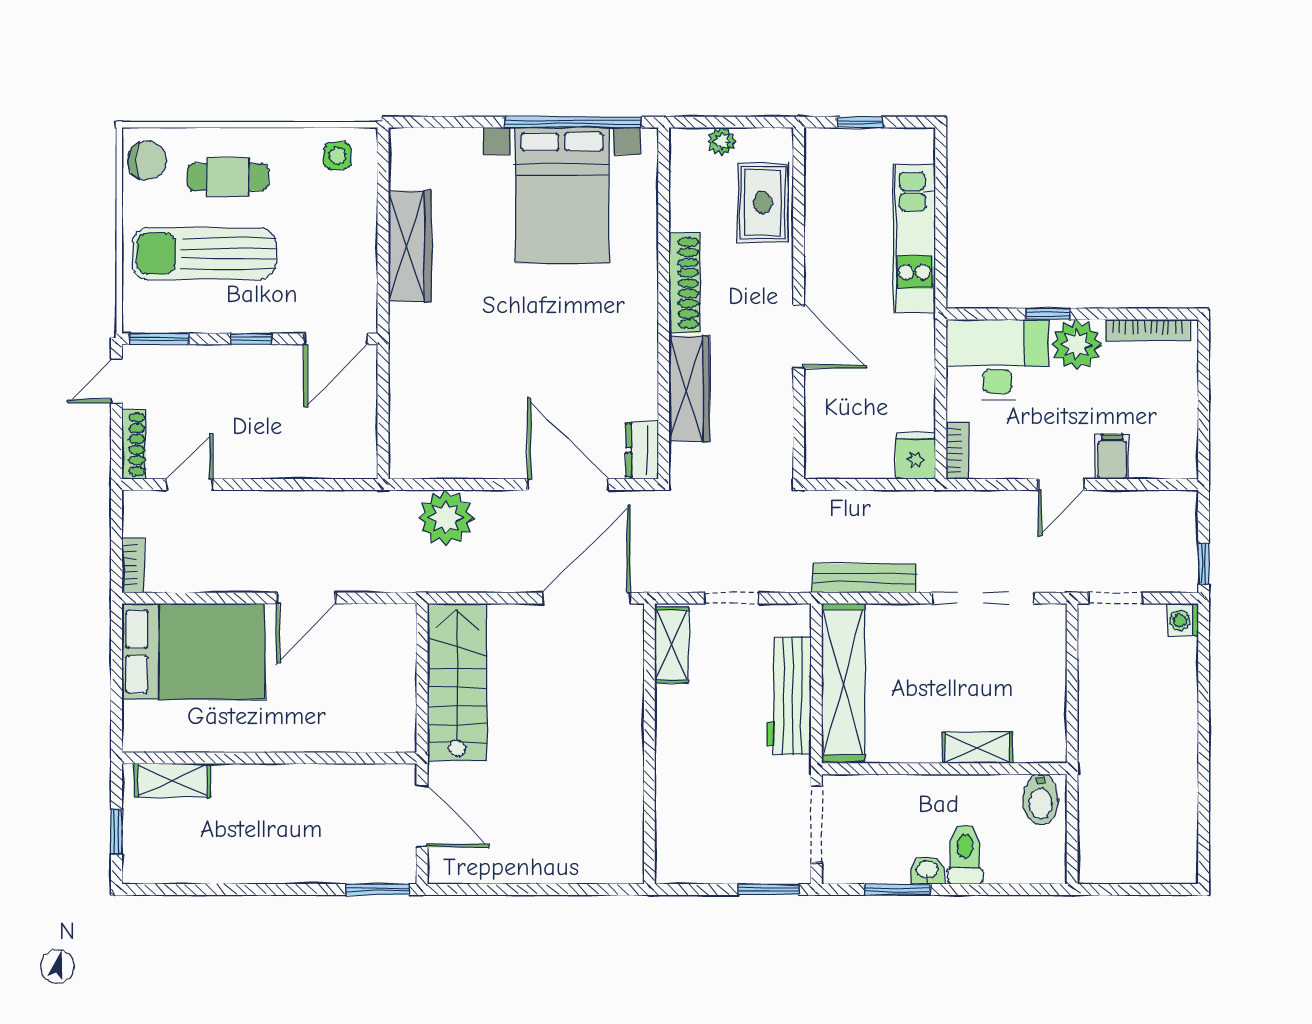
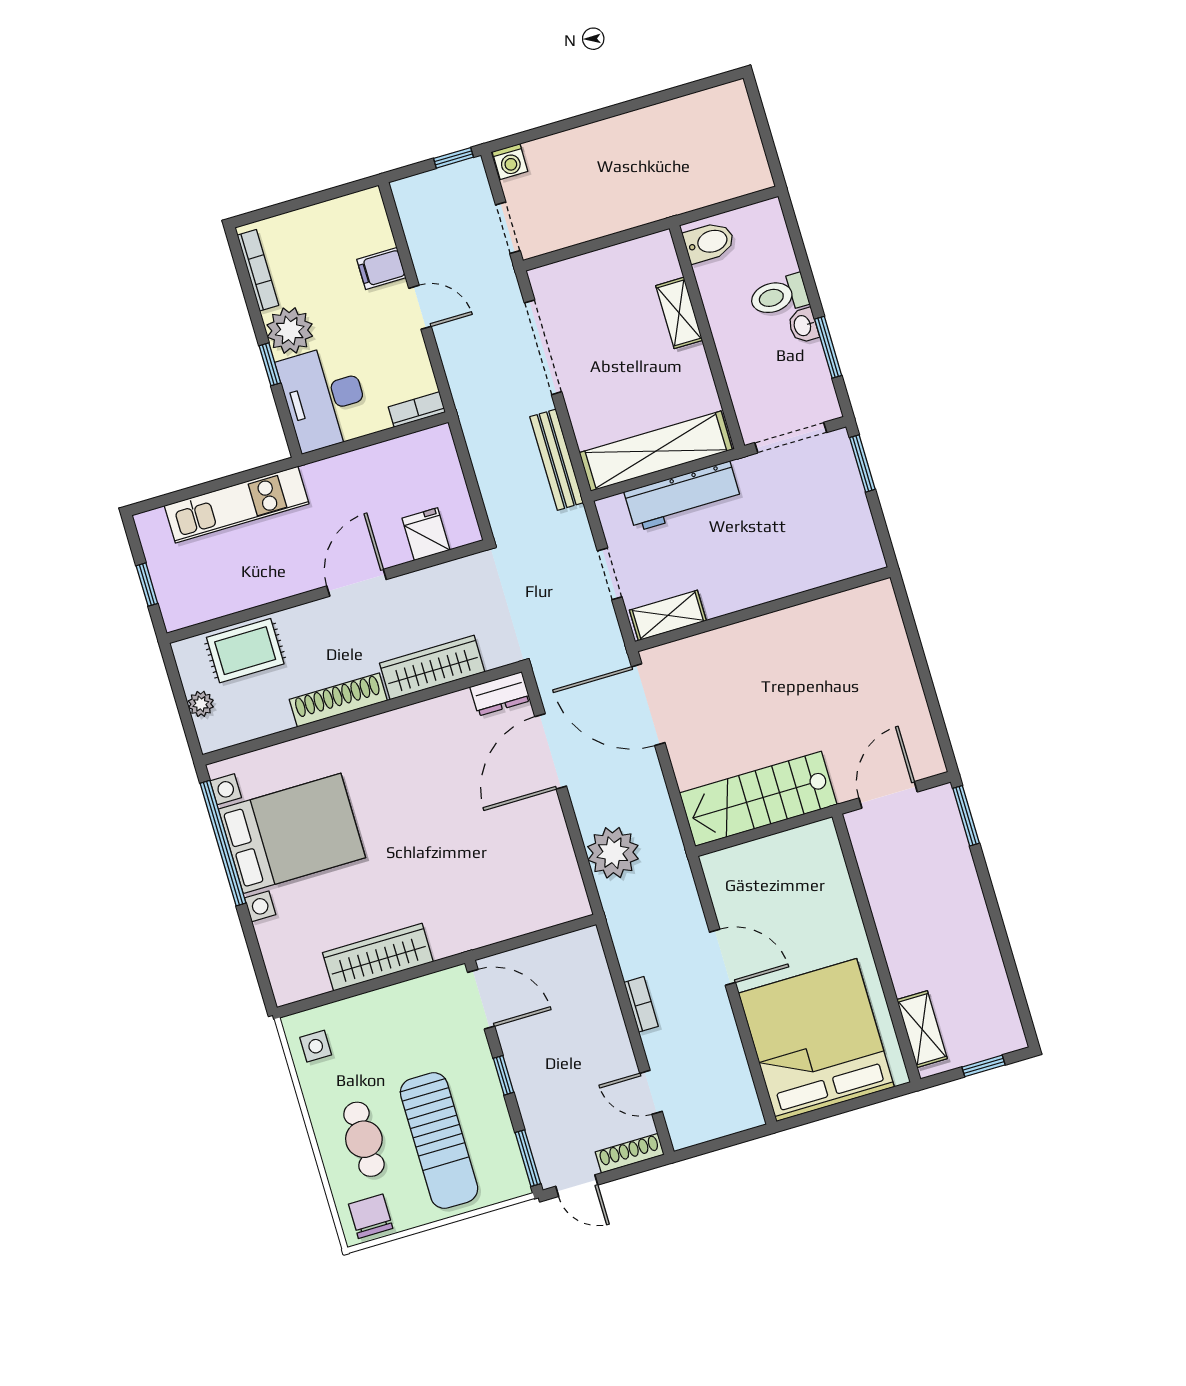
fridge: (916, 456) -> (426, 534), moved, turned 90
bookcase: (133, 565) -> (641, 1004), moved, turned 90
bed: (193, 652) -> (816, 1040), width x1.36

